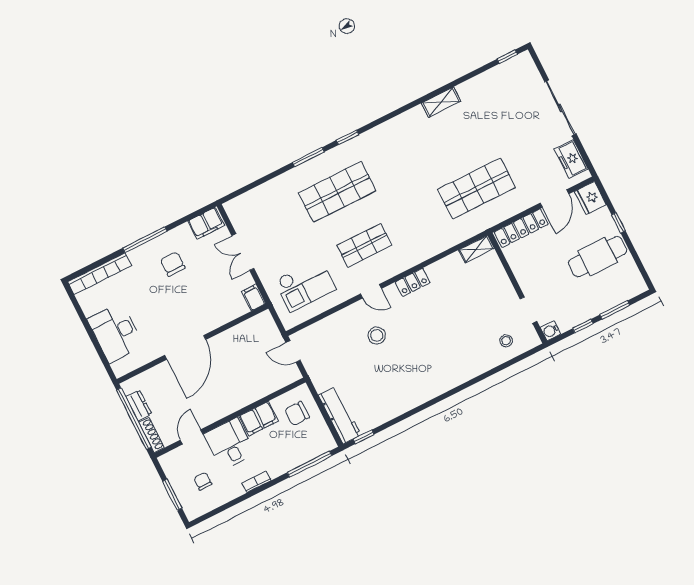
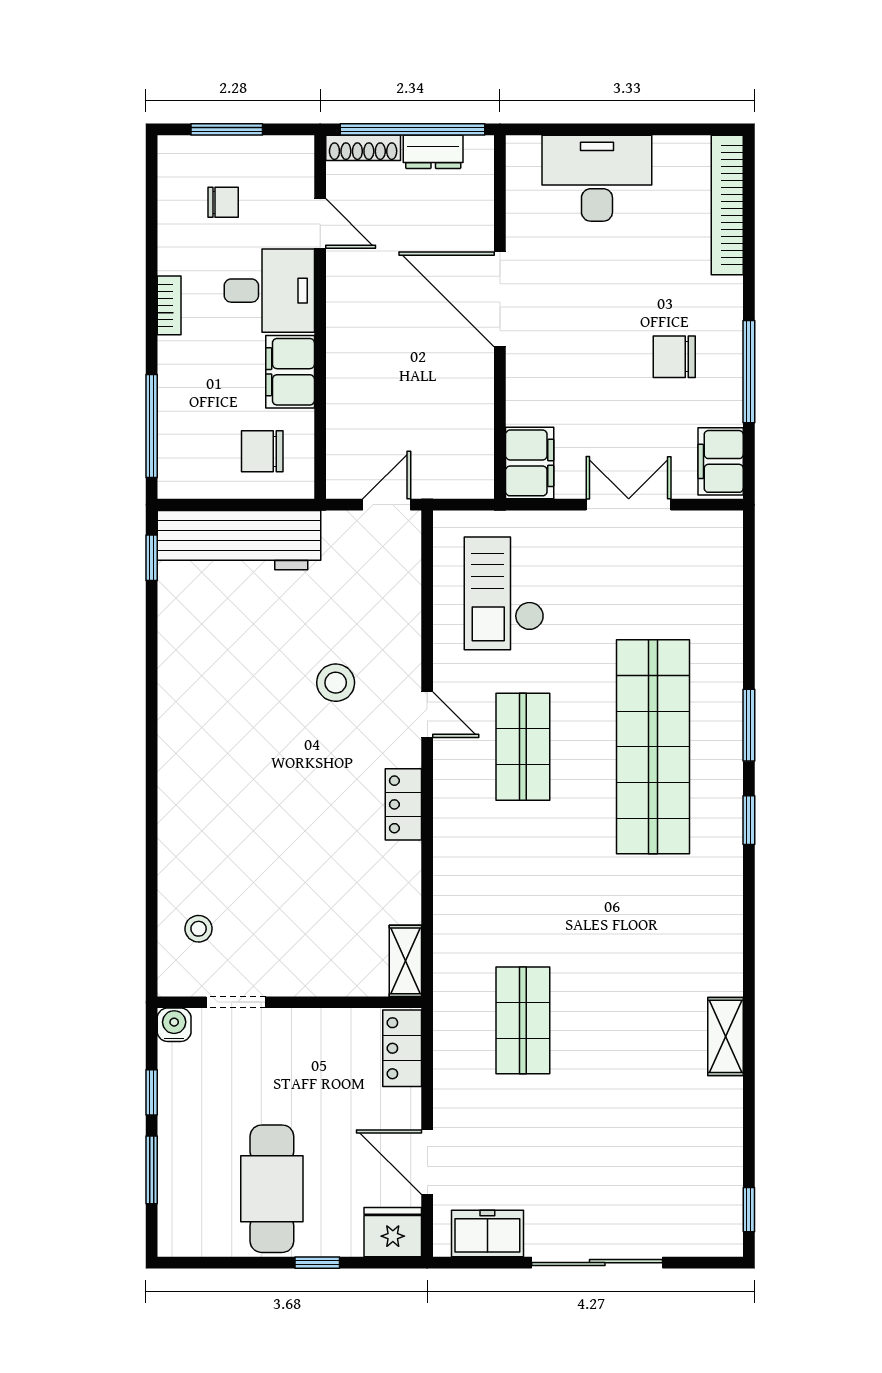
shop shelf: (476, 189) -> (523, 1020), width x0.70, depth x0.74
shop shelf: (337, 192) -> (653, 747), width x1.40
locker: (521, 228) -> (402, 1048), width x0.66
window: (145, 240) -> (749, 372), moved
chair: (173, 264) -> (674, 357), turned 180
door: (371, 291) -> (427, 715), swing flipped
filing cabinet: (254, 298) -> (530, 463), width x2.00
chair: (297, 413) -> (262, 451), turned -90
workbench: (340, 415) -> (239, 540), width x1.36, depth x1.32

